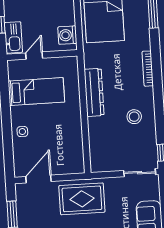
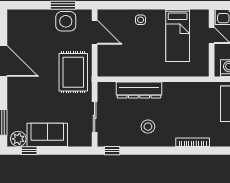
dresser: (94, 92) -> (139, 90), moved
sliding door: (140, 173) -> (95, 117), moved
side table: (29, 210) -> (66, 21), added

